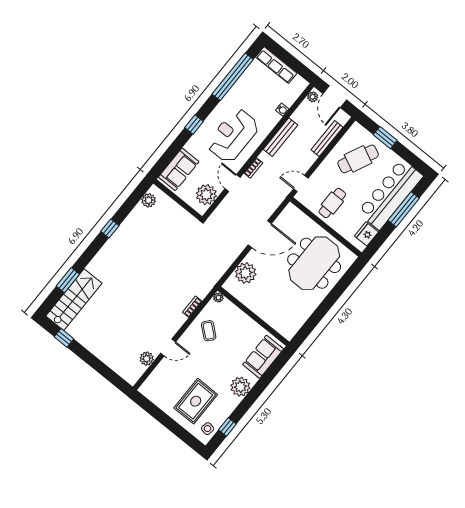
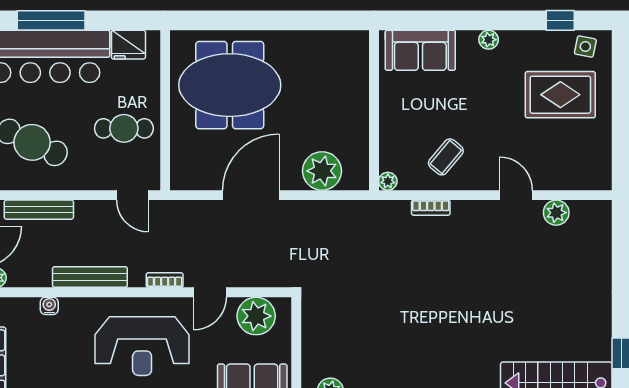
door: (260, 234) -> (251, 195), hinge flipped
plant: (240, 387) -> (489, 40), width x0.53, depth x0.53

